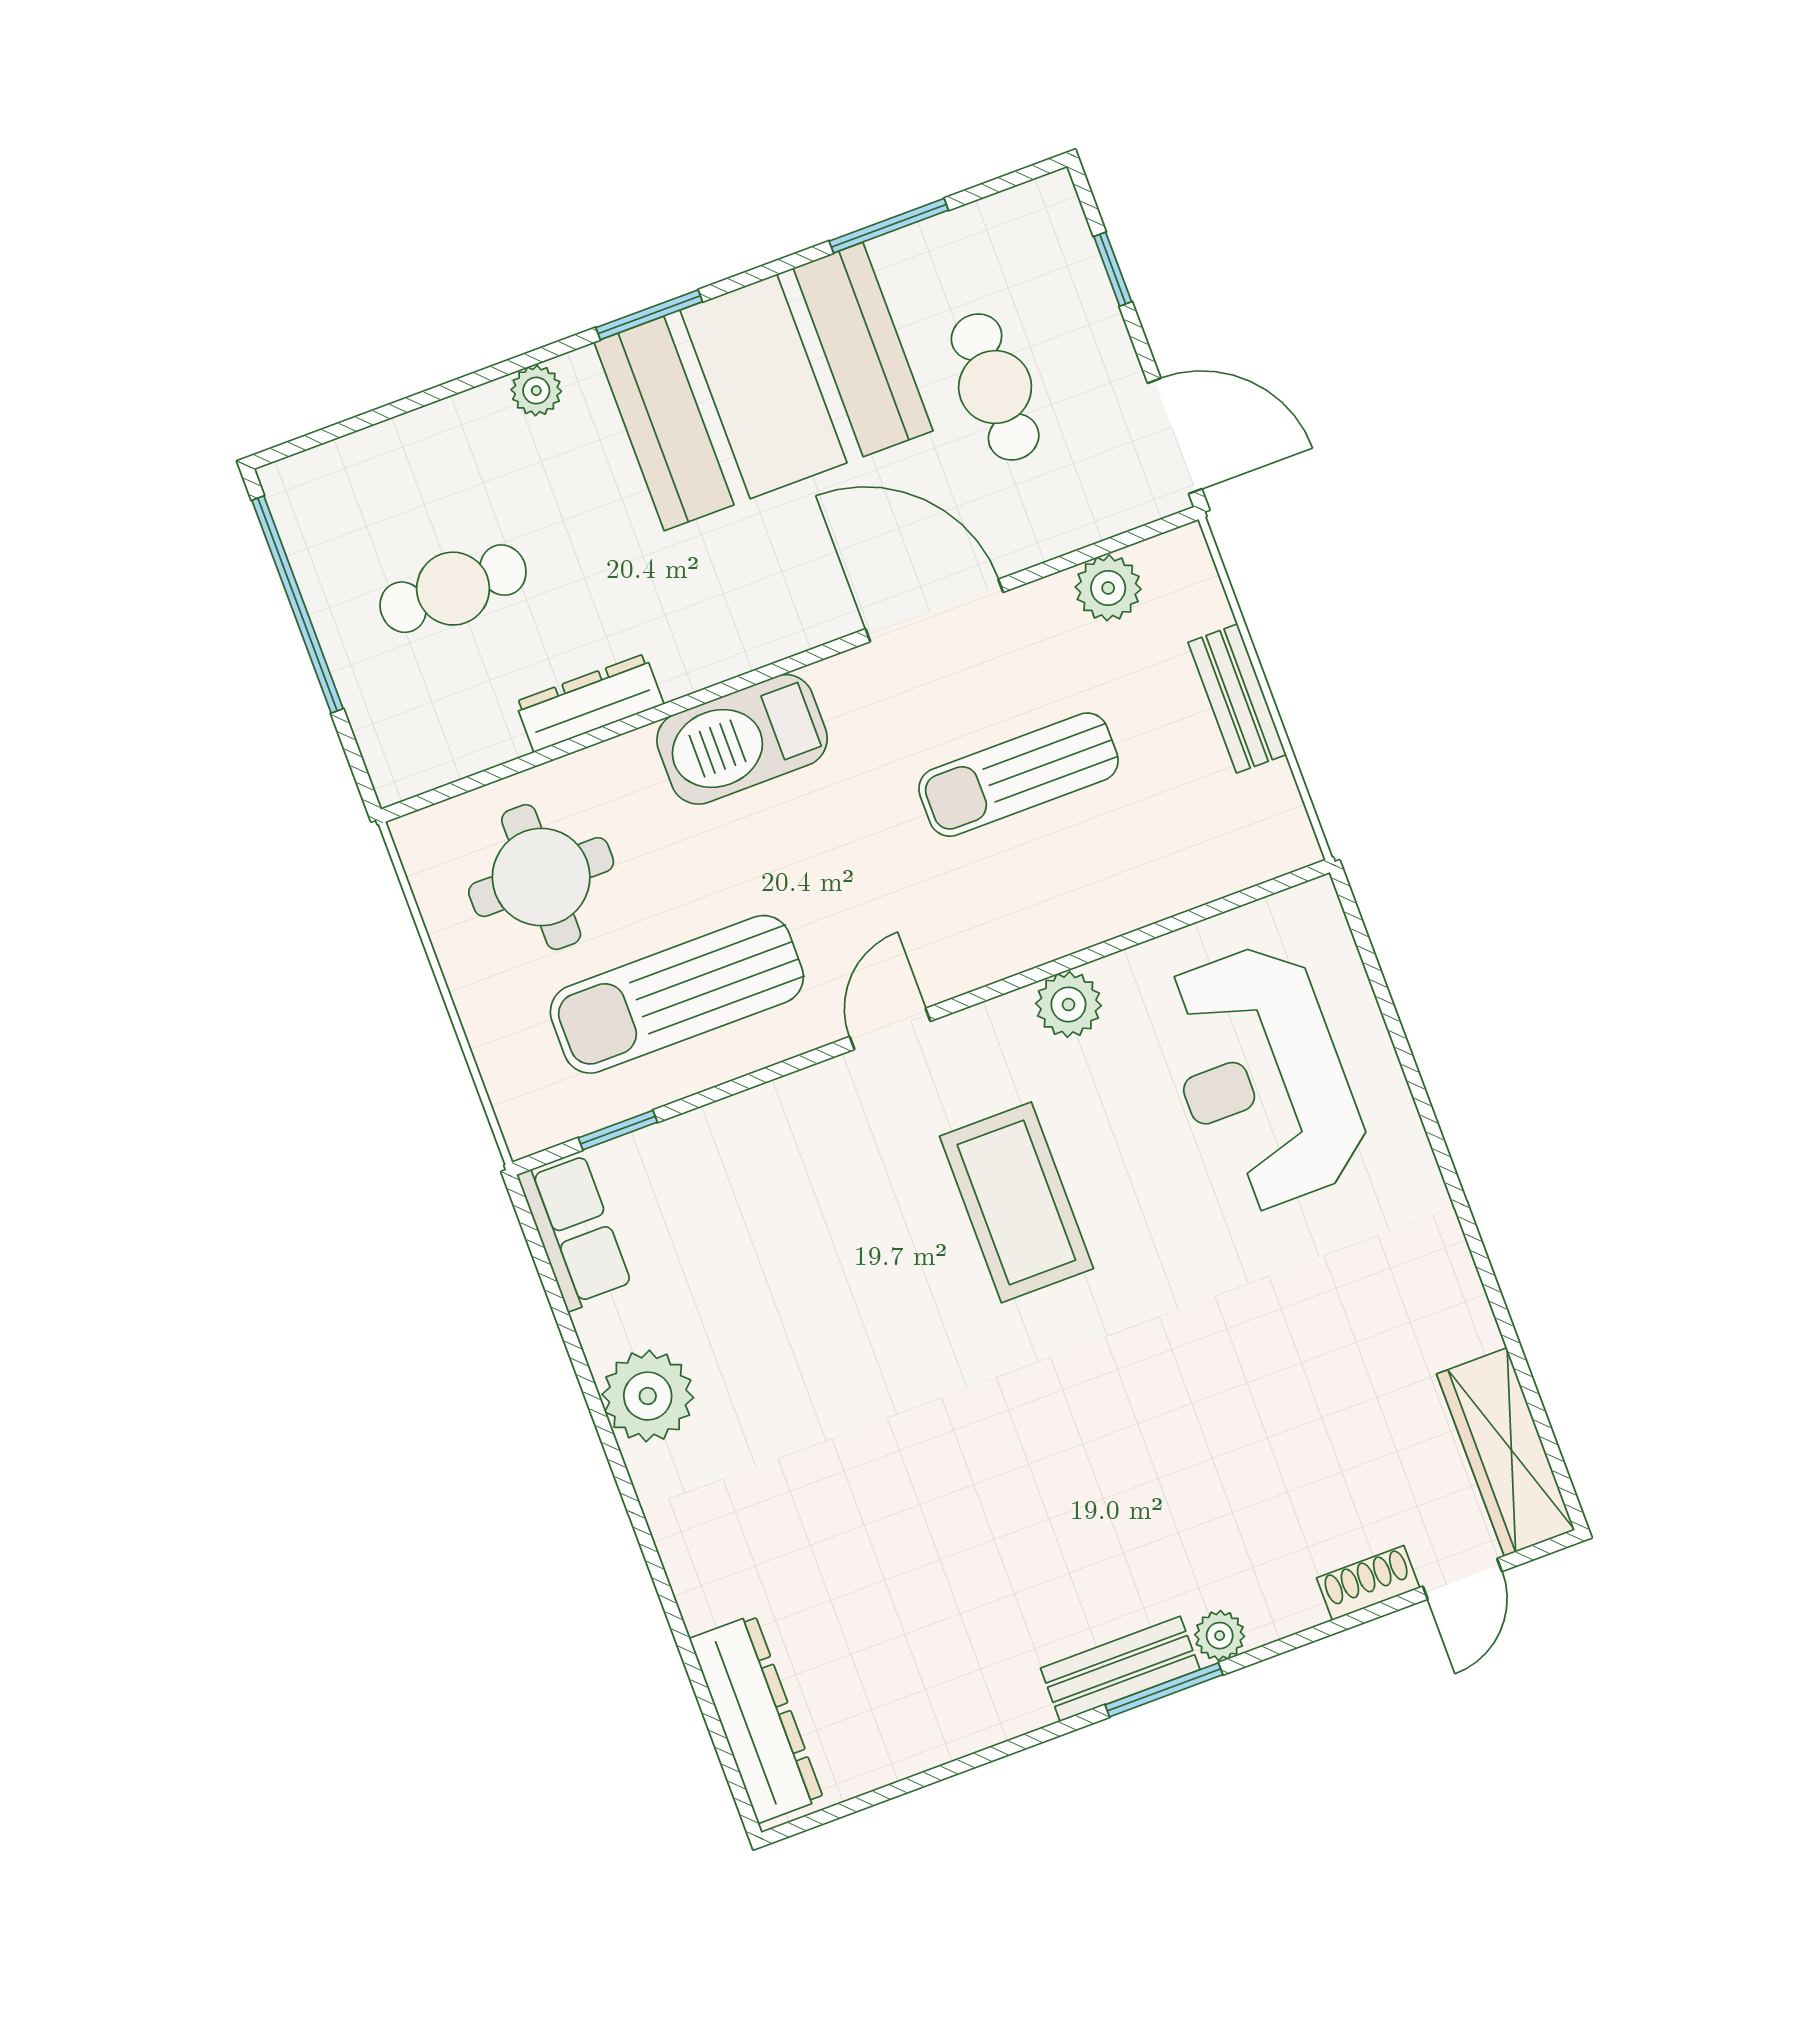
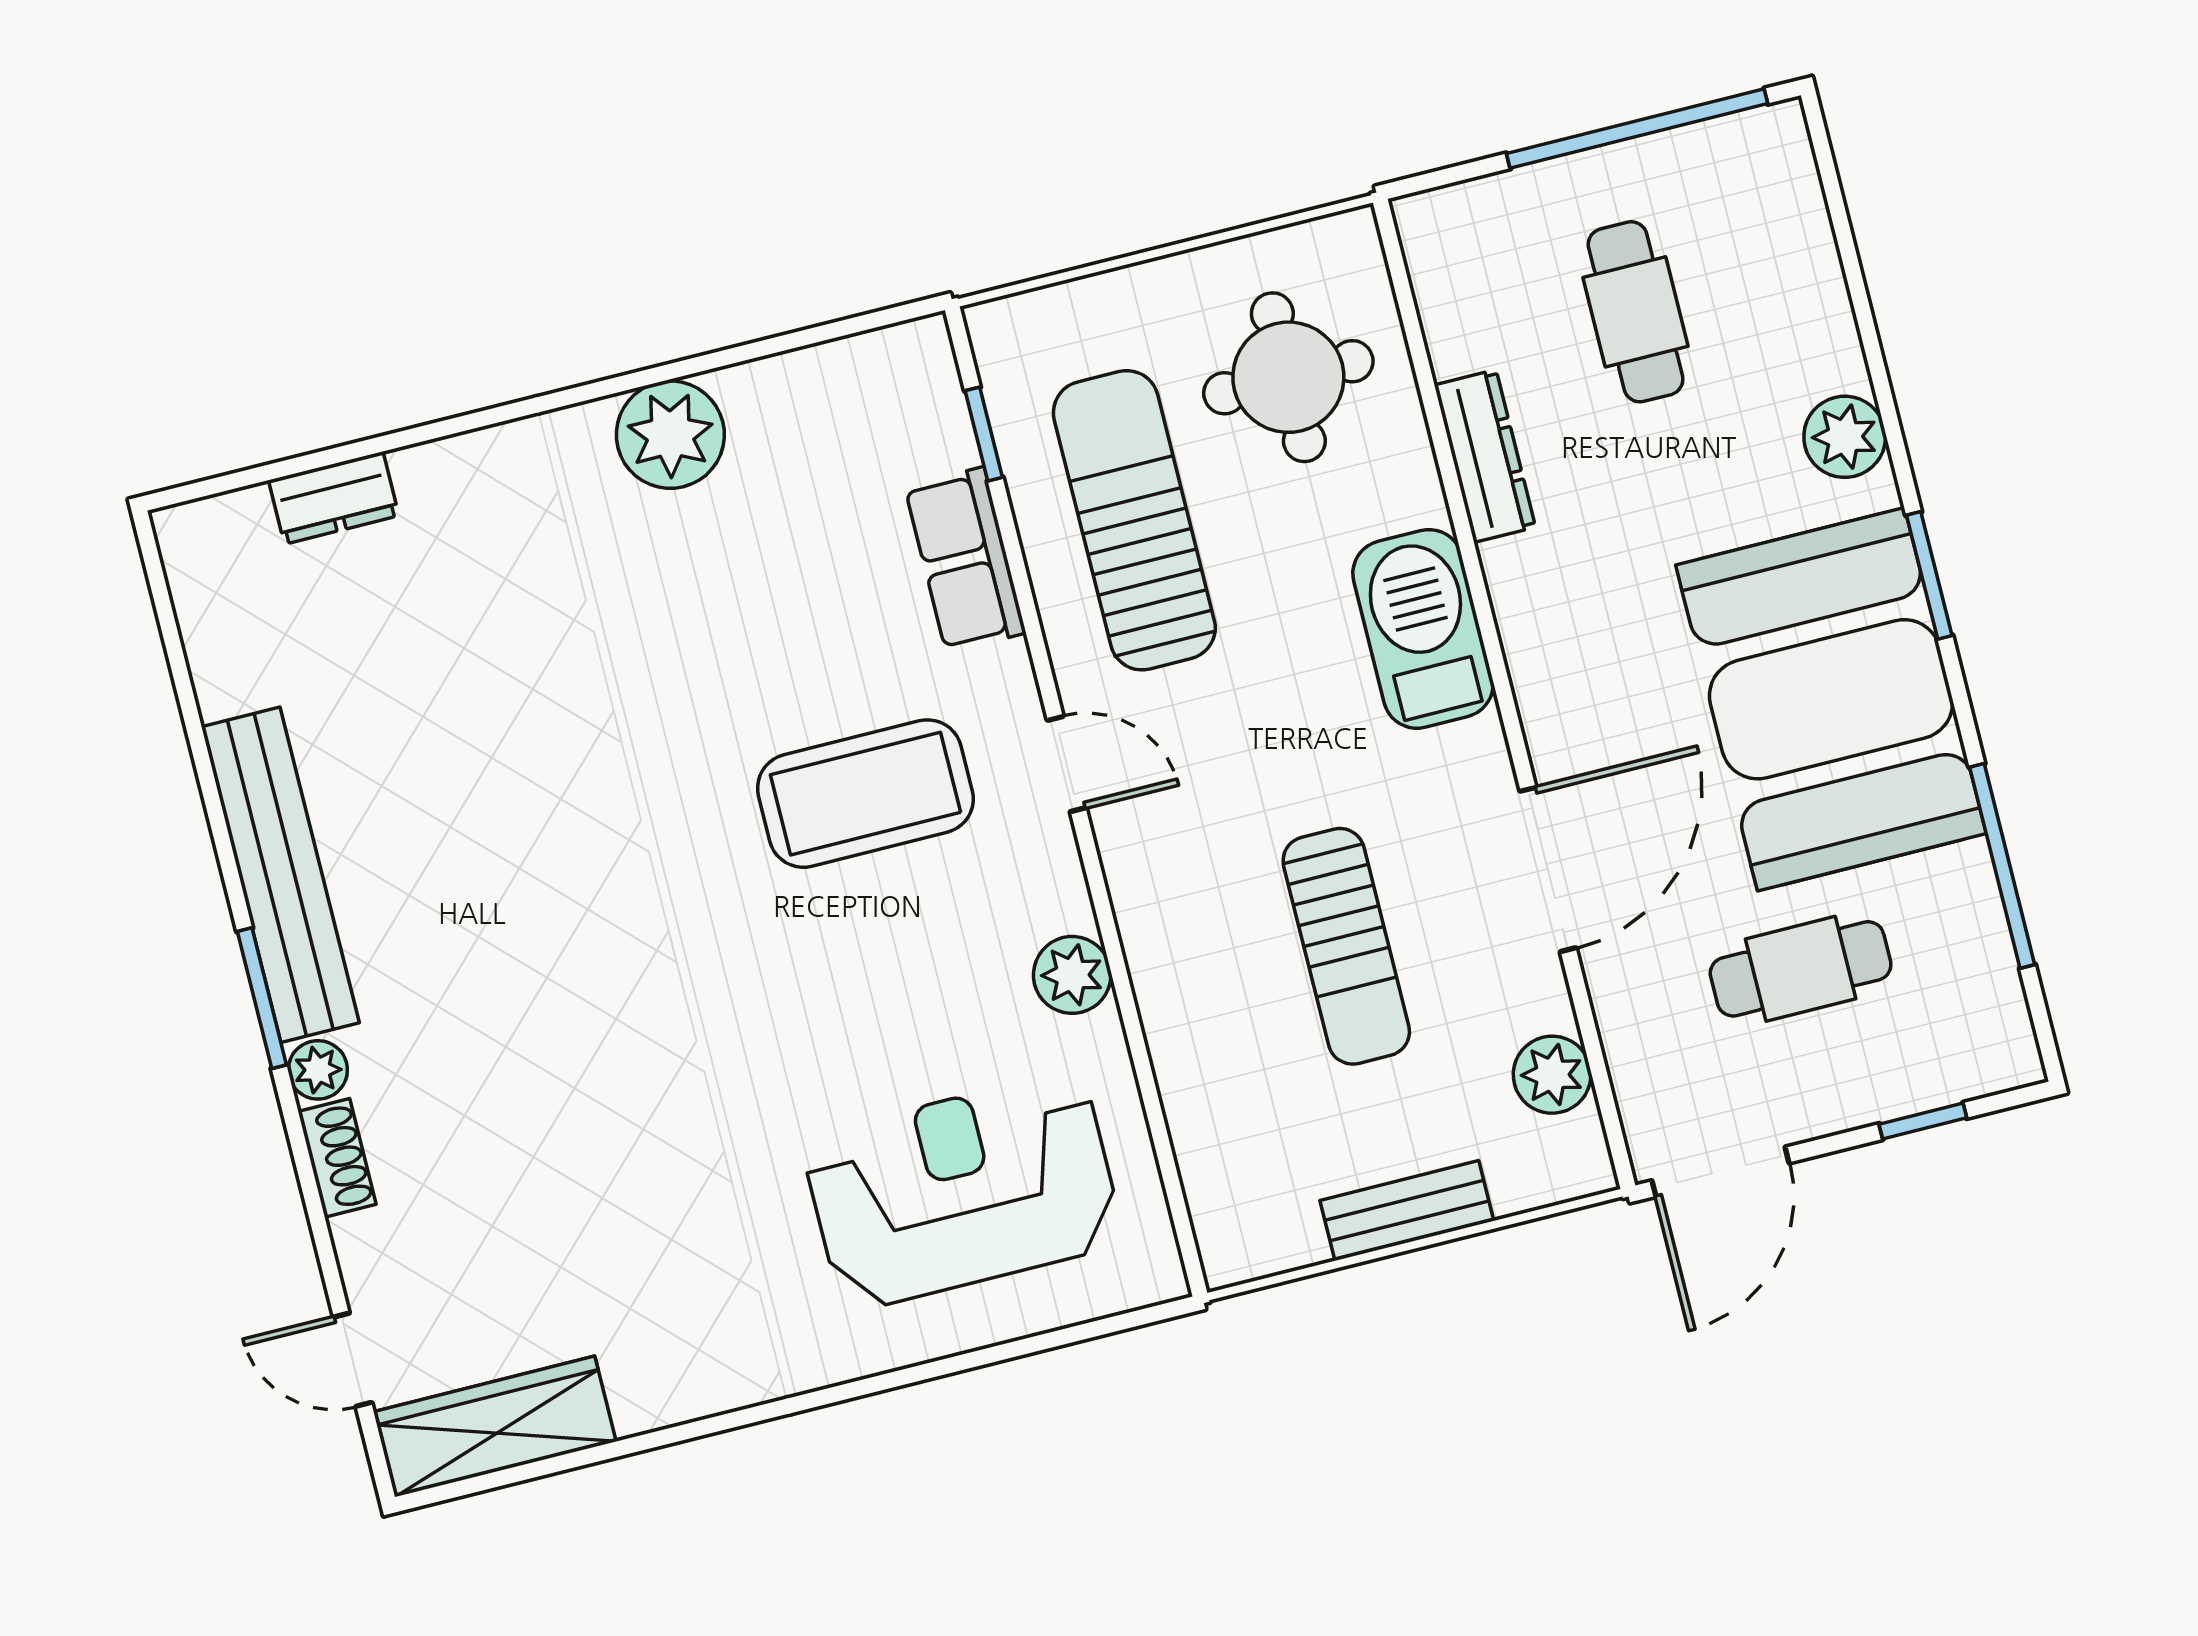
window: (889, 226) -> (2002, 866), width x1.44
plant: (536, 391) -> (1845, 437), width x1.38, depth x1.38
sun lounger: (1019, 775) -> (1346, 946), turned 180
coffee table: (1016, 1202) -> (865, 794), moved
row of seats: (575, 1231) -> (965, 560), moved, turned 90
shoe rack: (1368, 1583) -> (337, 1158), moved
bench: (1120, 1669) -> (280, 875), width x1.86, depth x1.21
dresser: (756, 1719) -> (334, 498), width x0.51, depth x0.80

